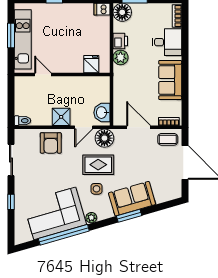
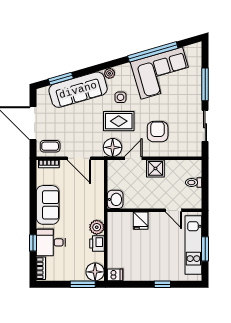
window: (185, 42) -> (33, 243), added
fridge: (91, 64) -> (141, 221), moved
washbasin: (102, 113) -> (115, 199), moved
toilet: (22, 121) -> (194, 183), moved
armchair: (51, 143) -> (158, 132), moved
sofa: (132, 199) -> (78, 90), width x1.36
window: (11, 202) -> (205, 84), width x2.17
window: (129, 216) -> (61, 79), moved
plant: (91, 218) -> (110, 73), moved

